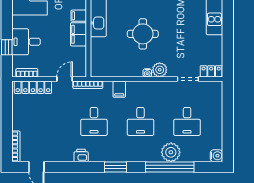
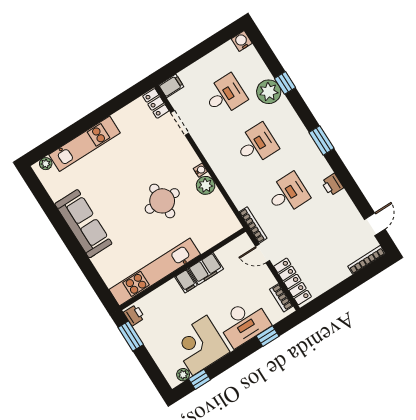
desk: (26, 42) -> (244, 323), width x1.37
plant: (160, 70) -> (206, 185), moved
filing cabinet: (119, 89) -> (171, 86), moved
window: (170, 167) -> (285, 83), width x0.32

